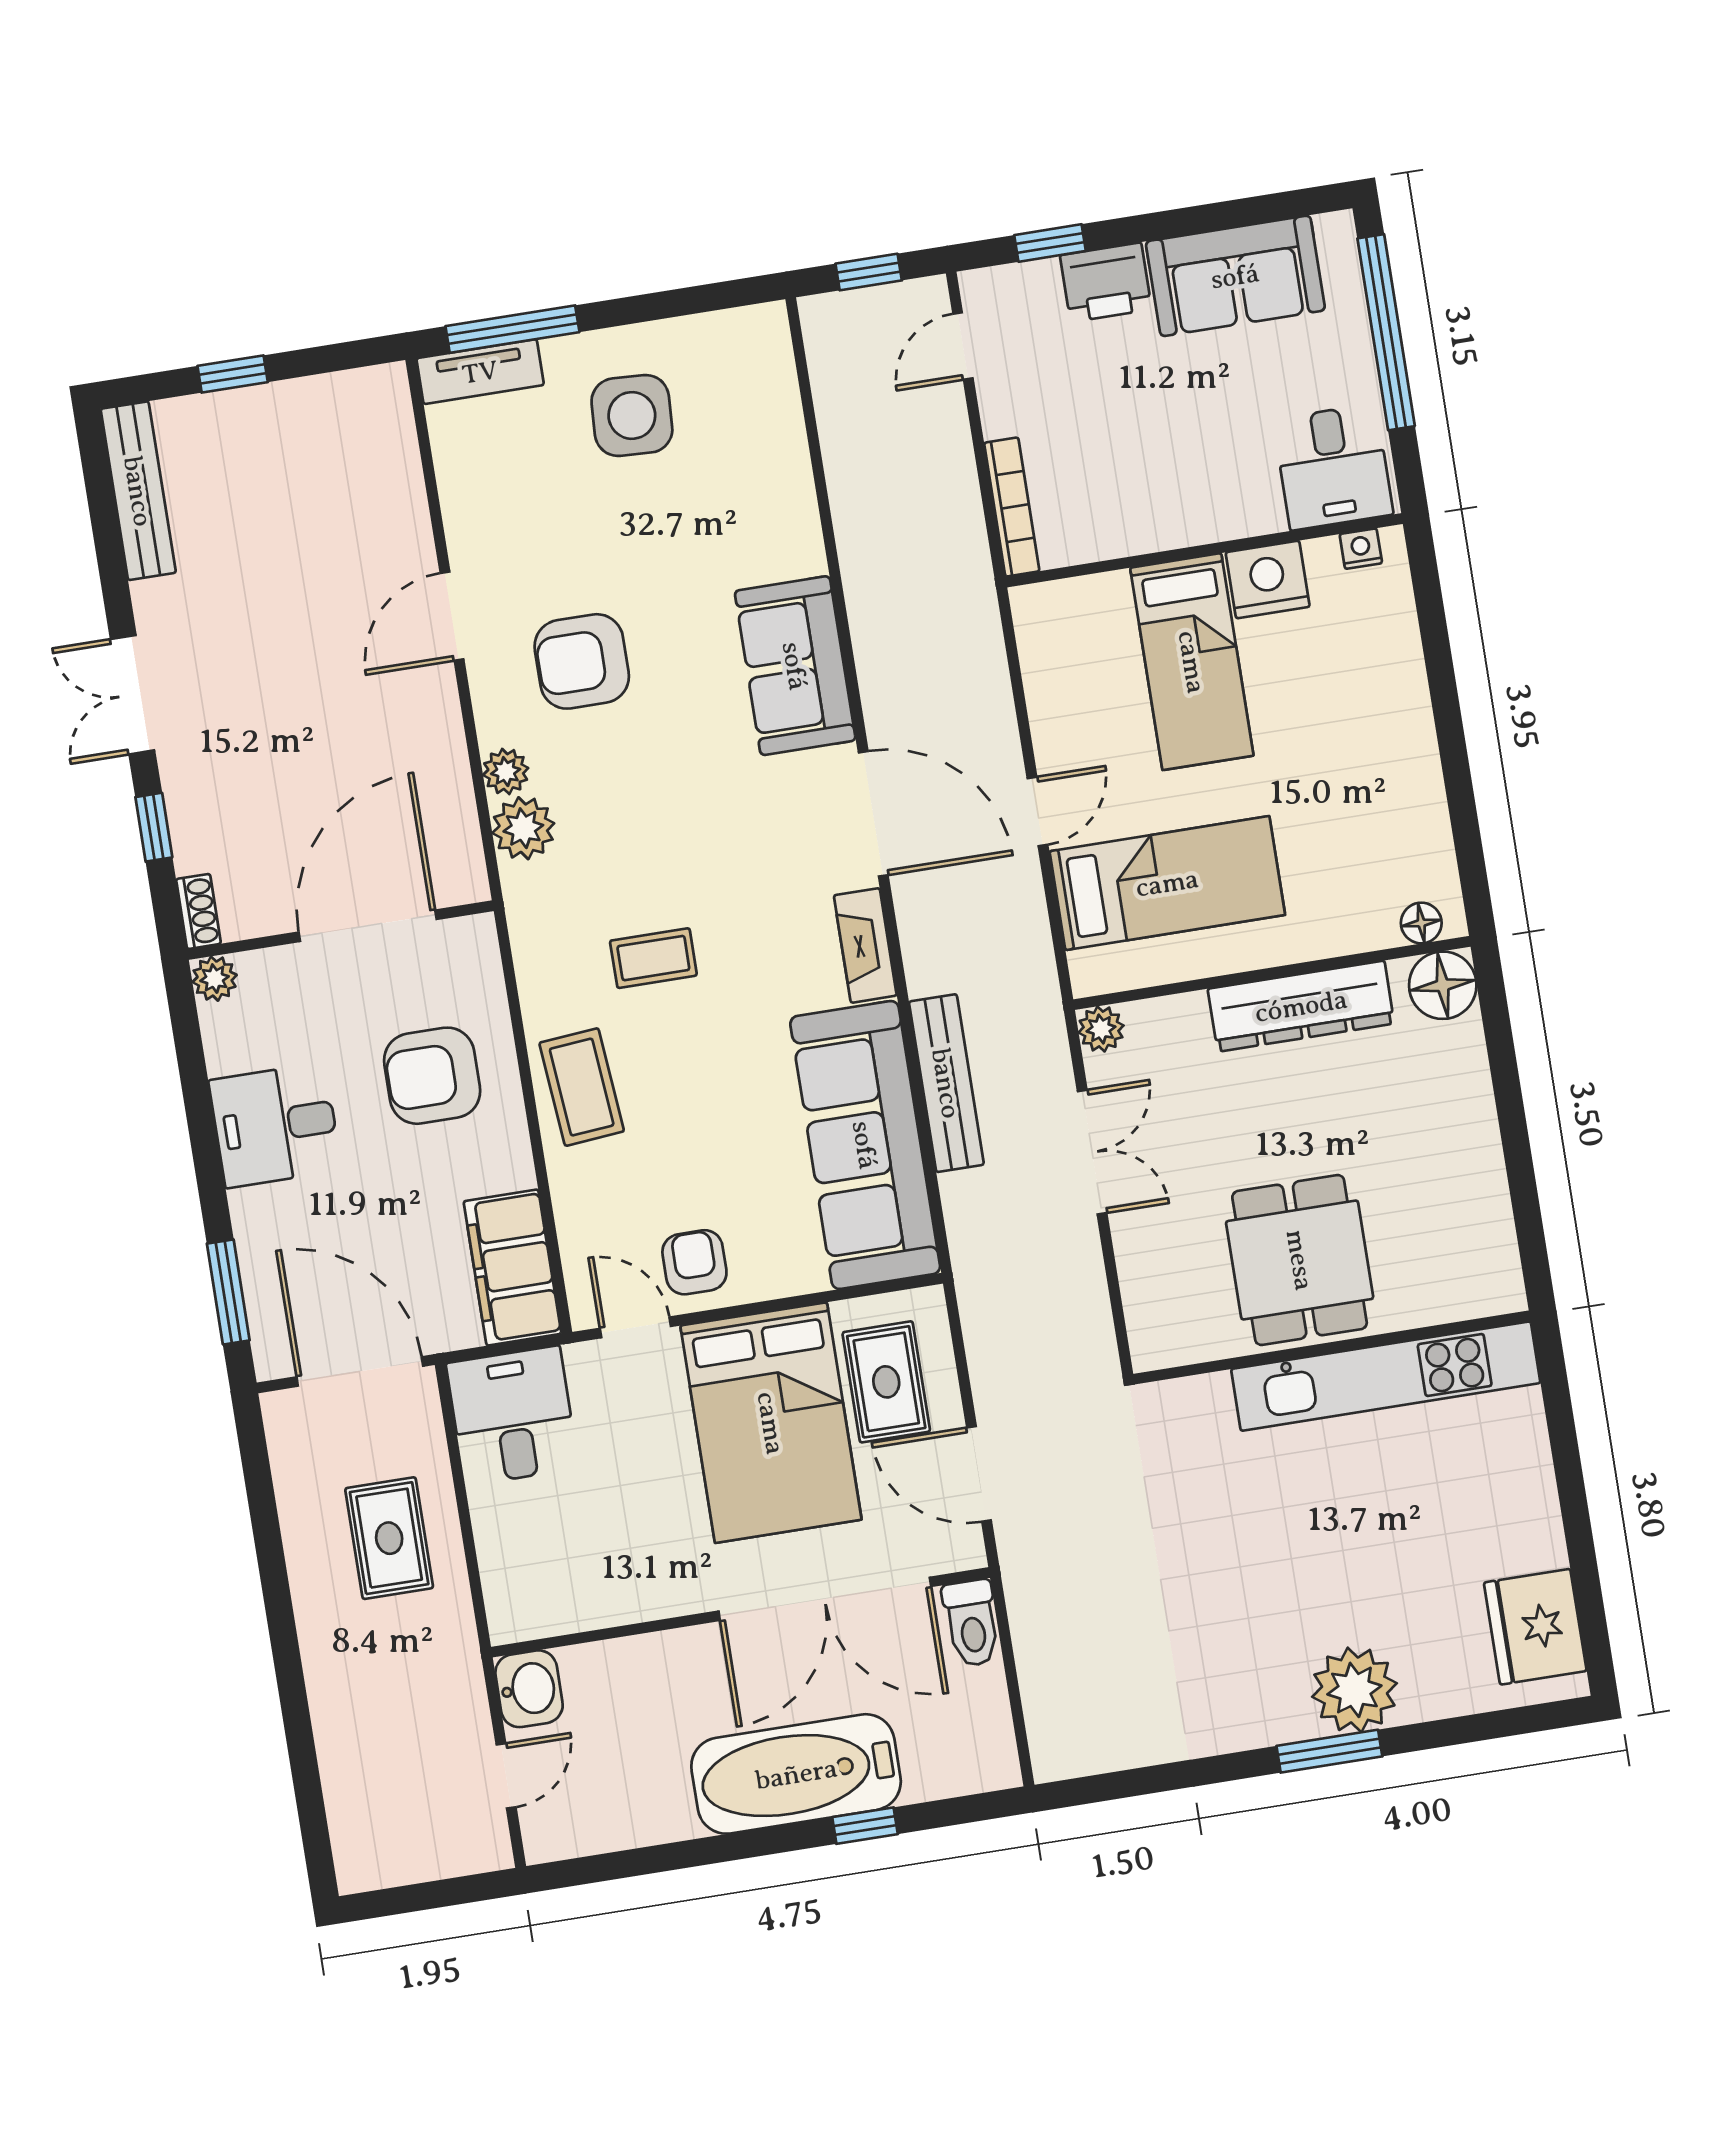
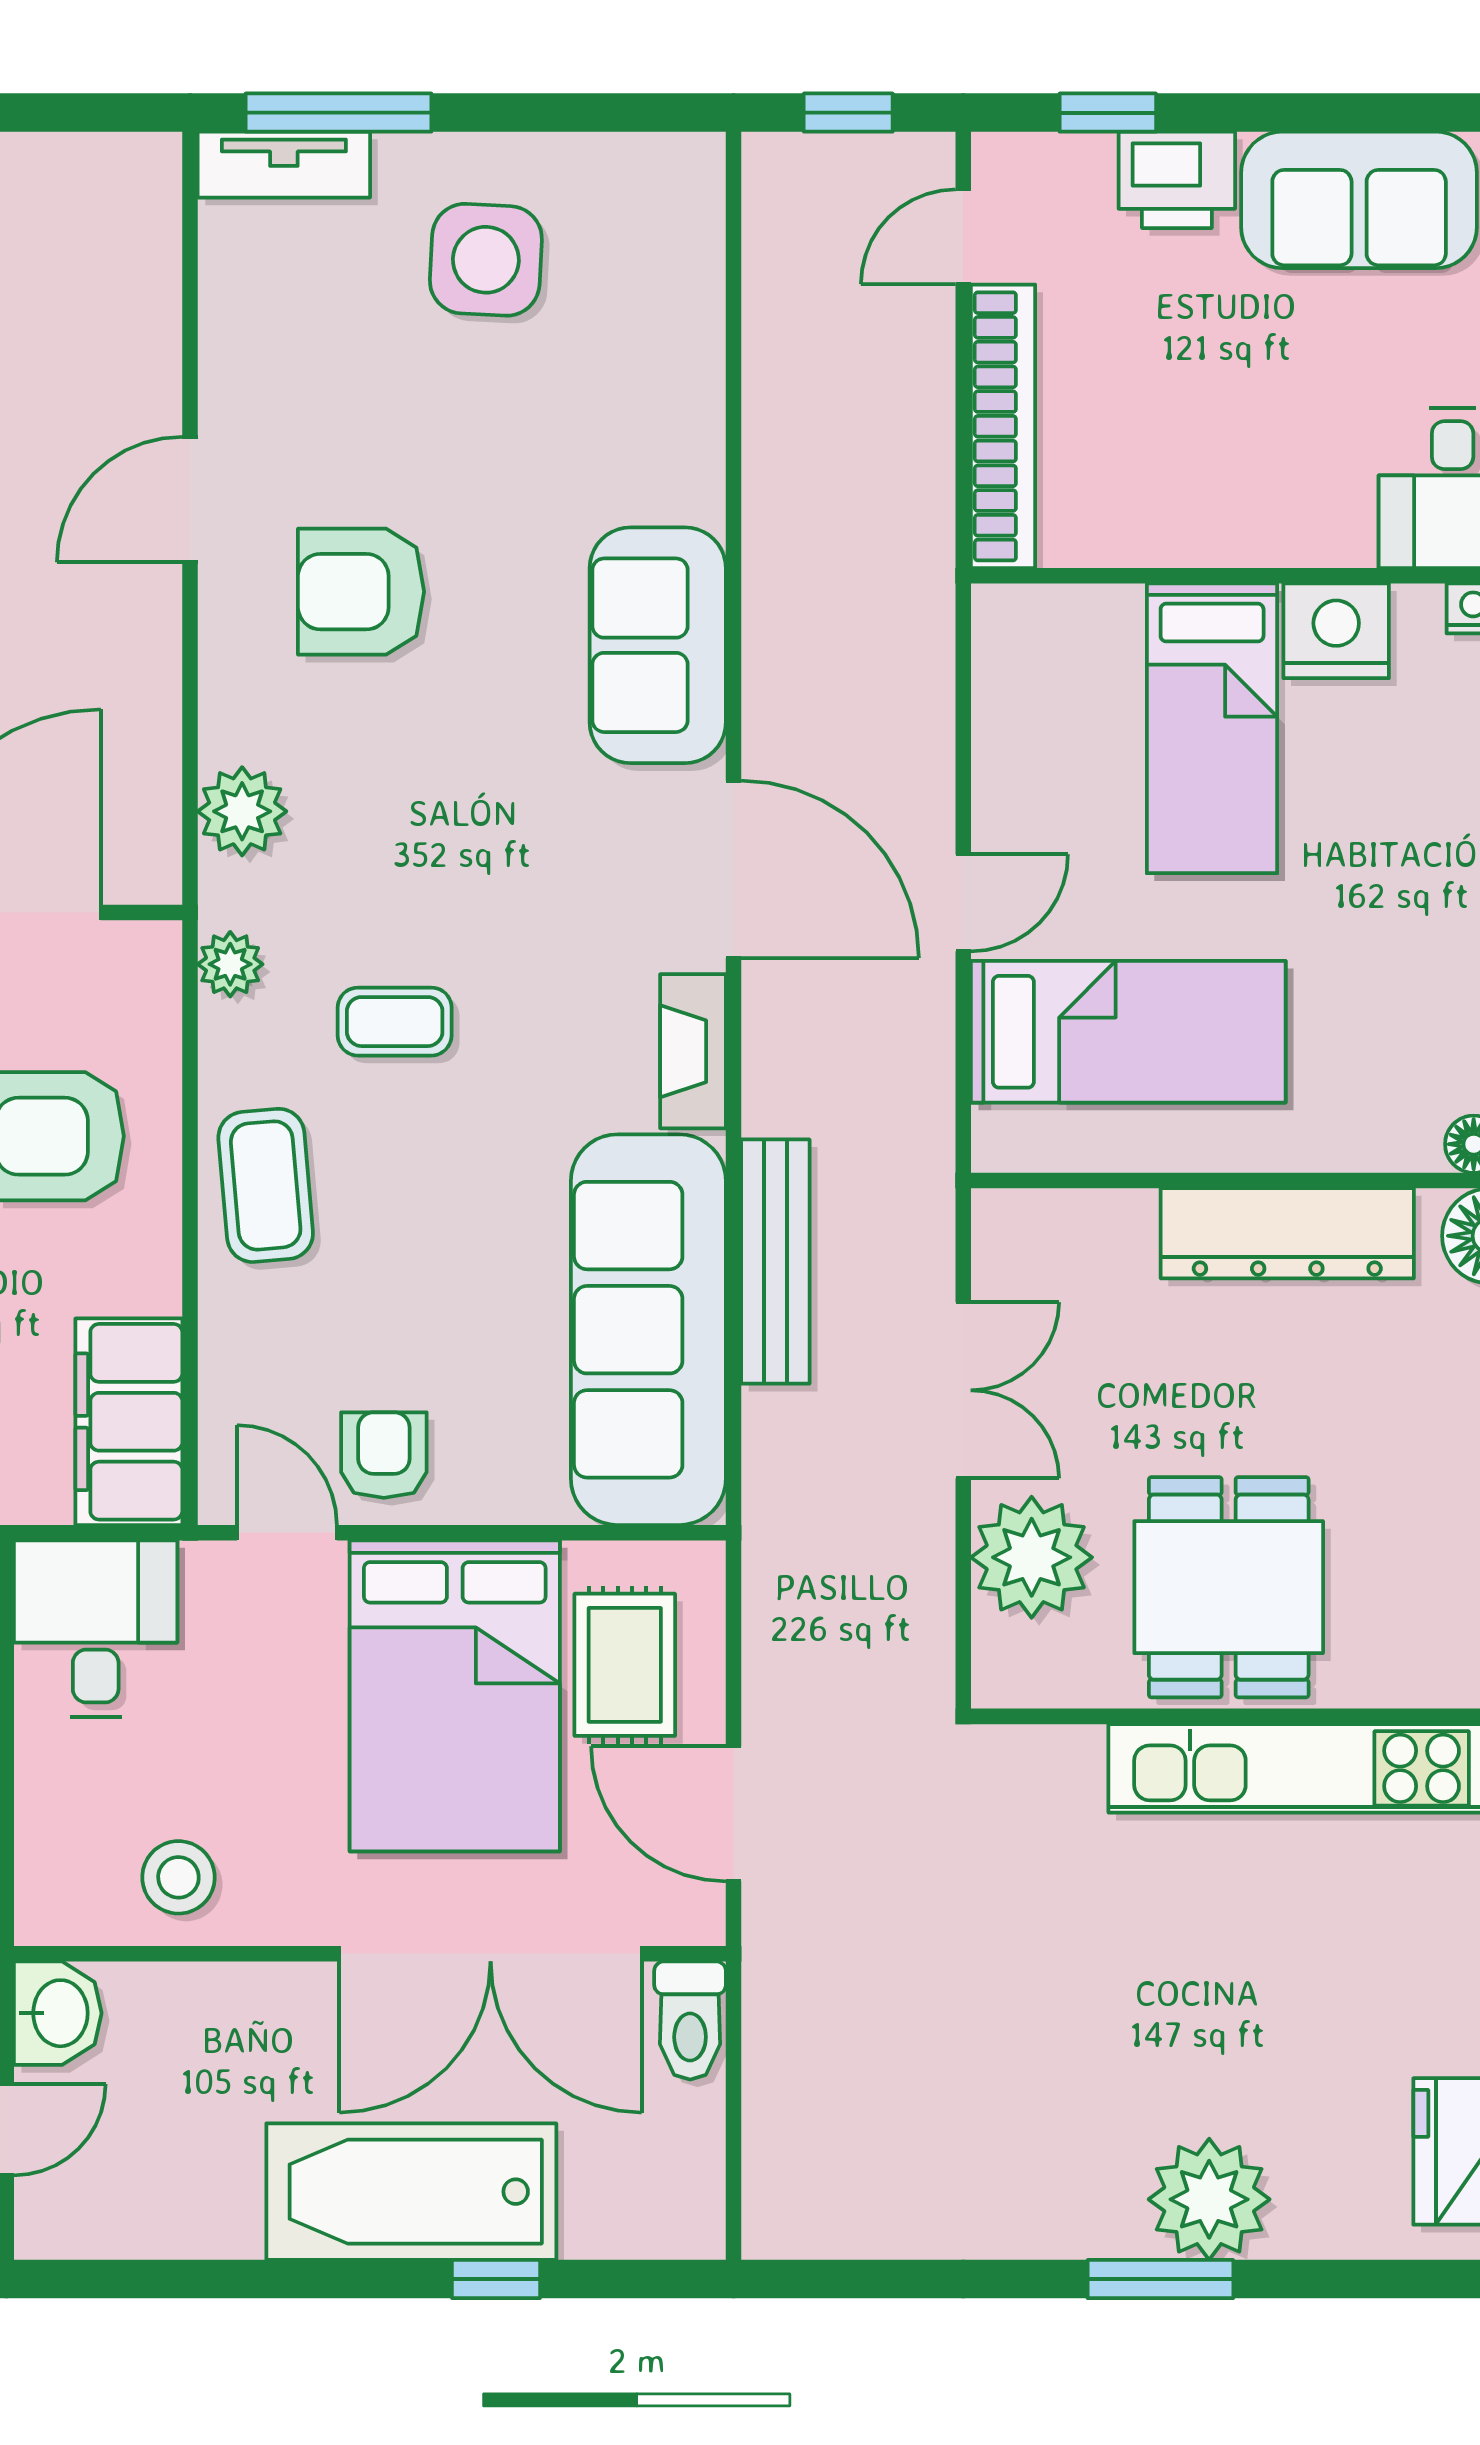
bookcase: (1012, 507) -> (1003, 426), width x1.48, depth x1.31
plant: (506, 772) -> (230, 964), moved
plant: (1101, 1029) -> (1032, 1557), moved, width x1.88, depth x1.88
stool: (598, 1580) -> (178, 1877), added

